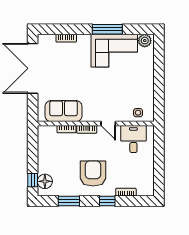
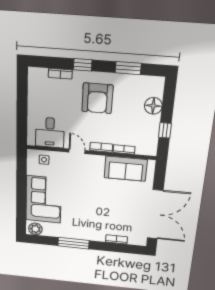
corner sofa: (114, 51) -> (44, 199), moved, turned 90
window: (33, 180) -> (165, 130), moved
floor lamp: (45, 181) -> (153, 106), moved

